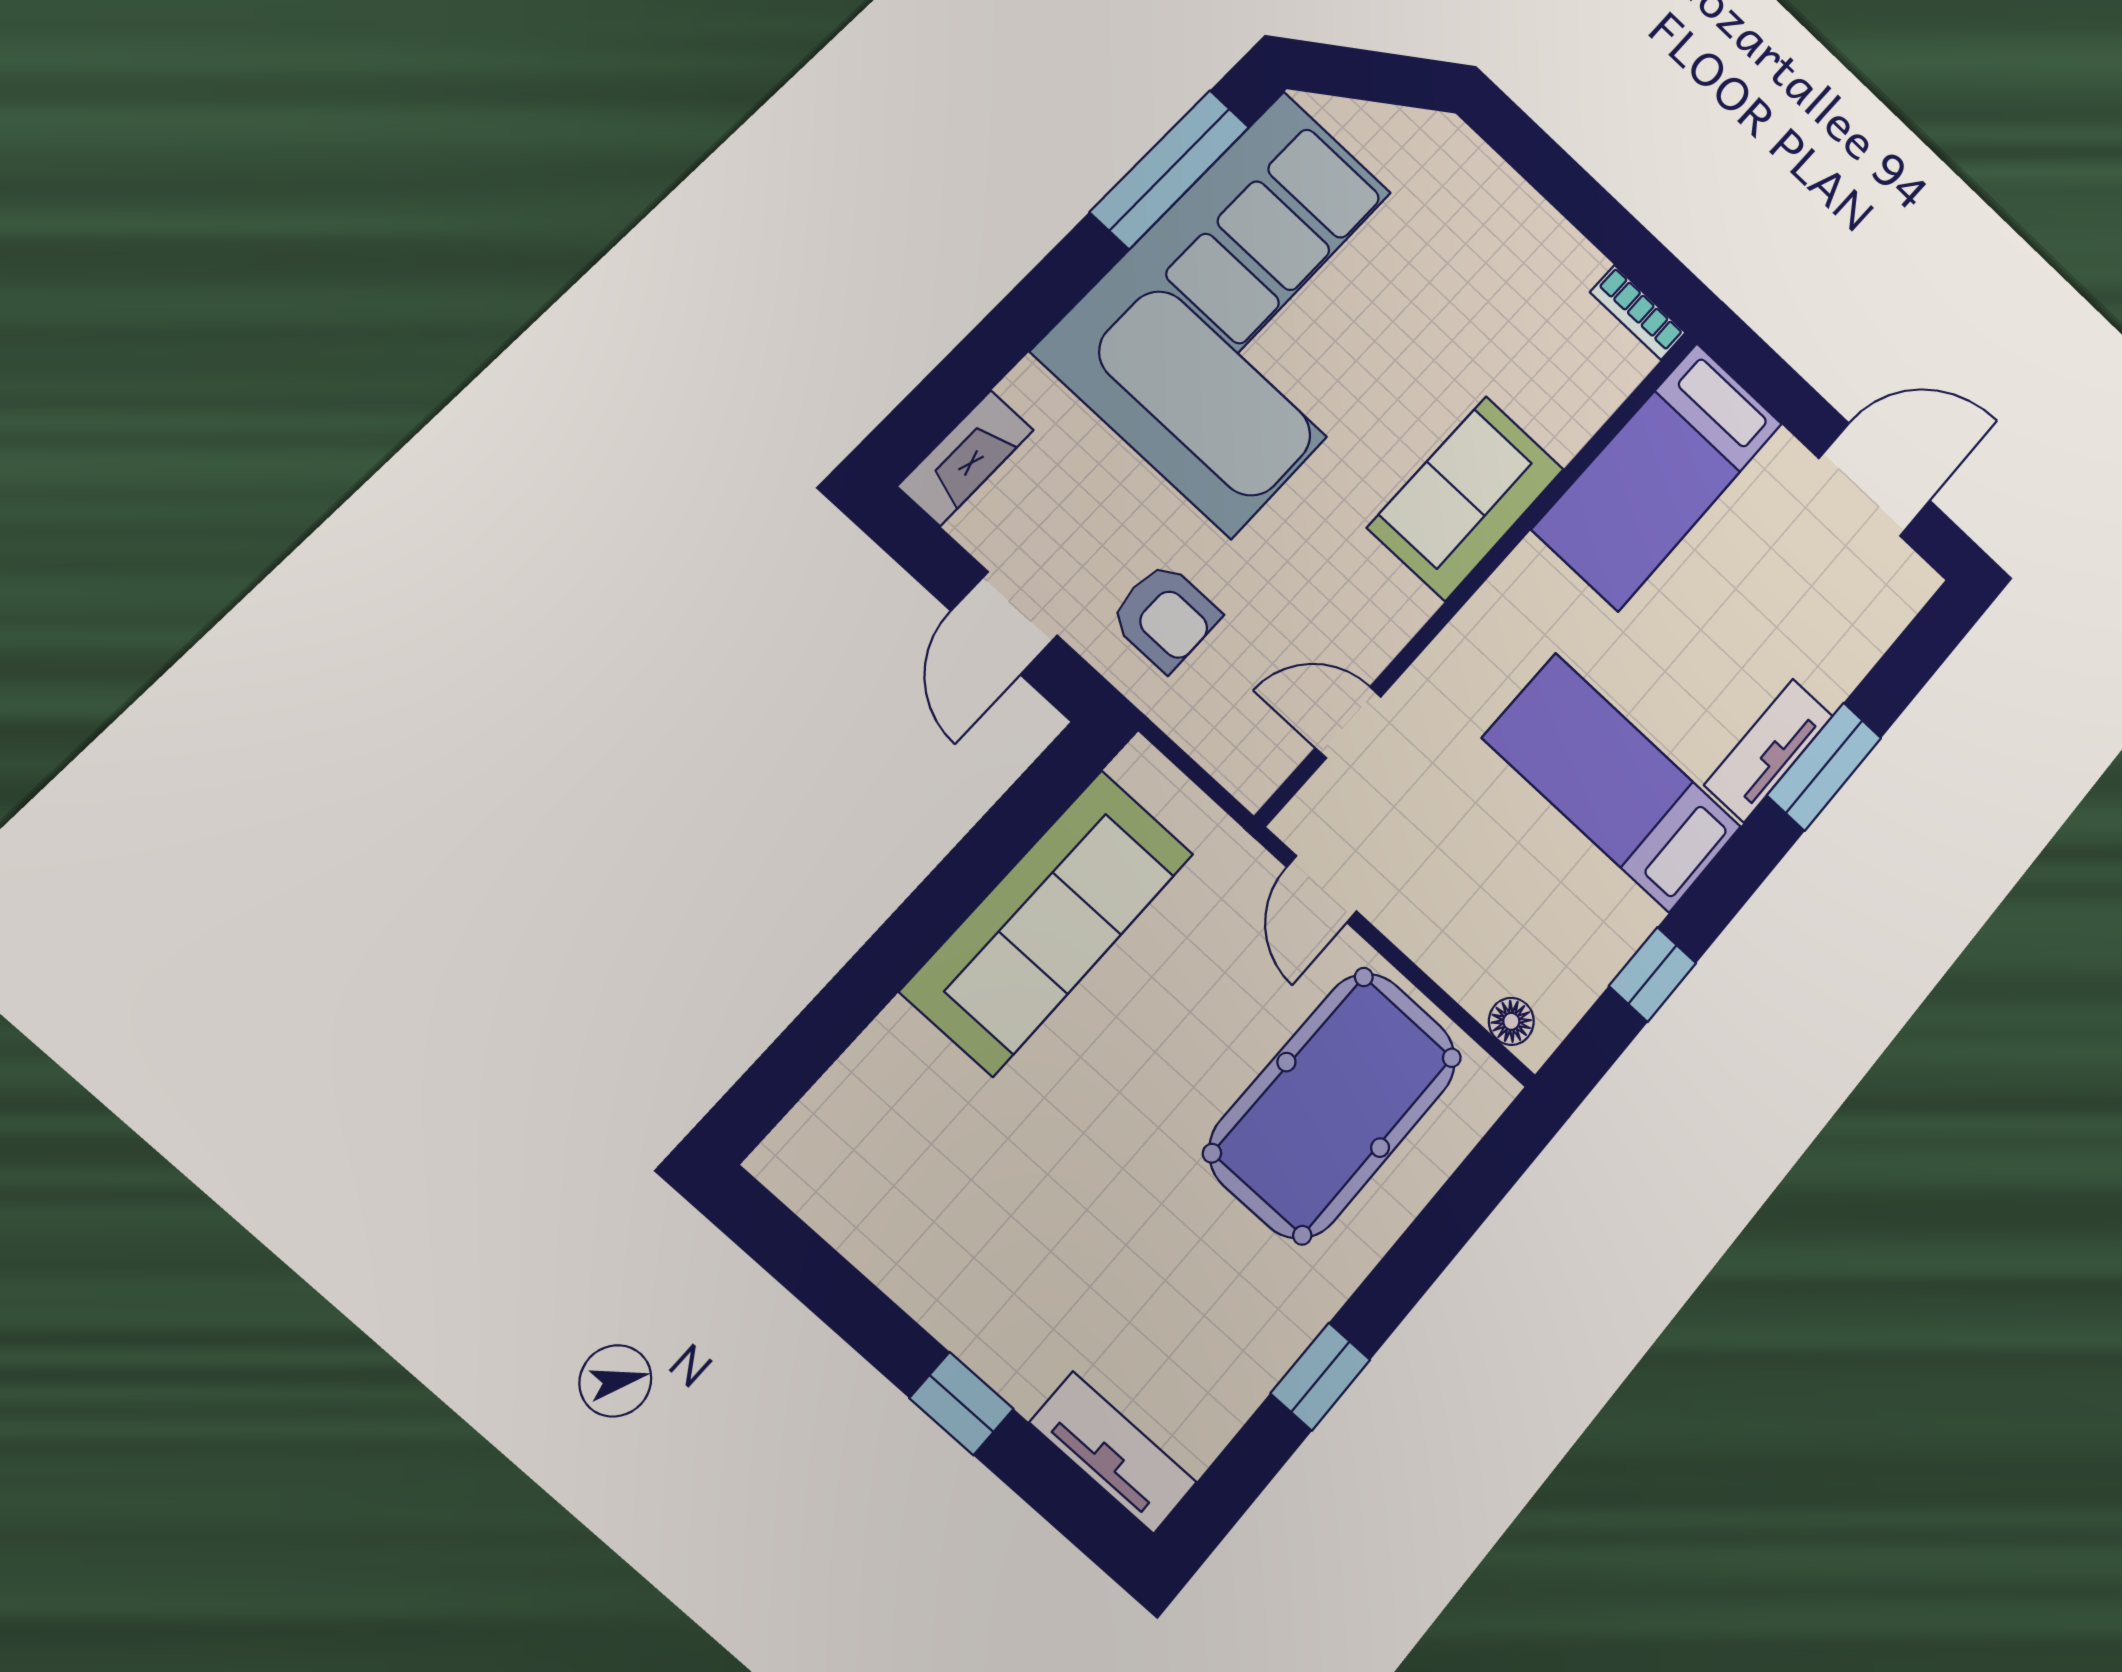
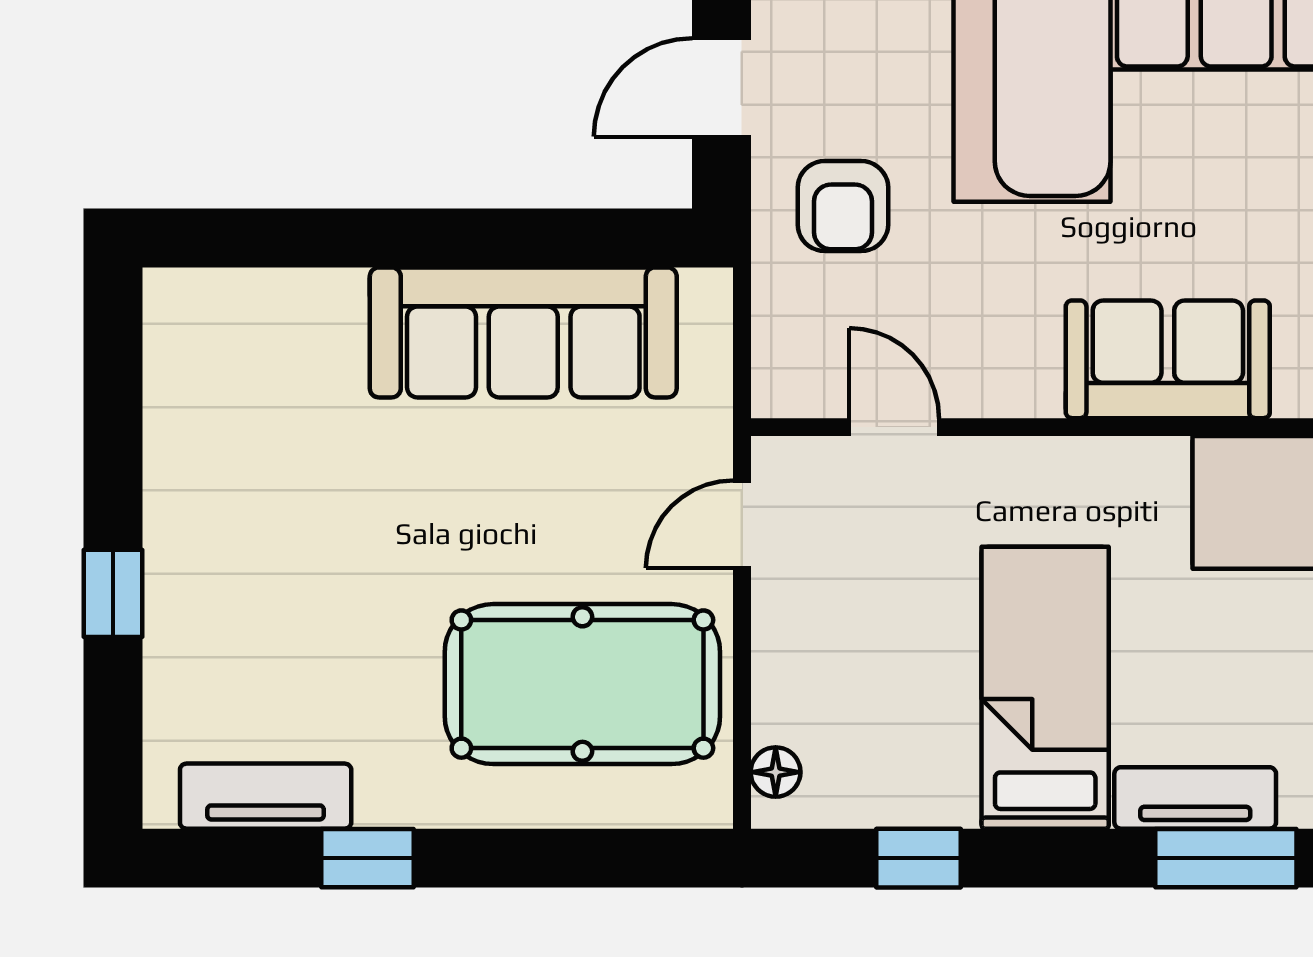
tv unit: (1113, 1452) -> (266, 796), moved, turned -90

